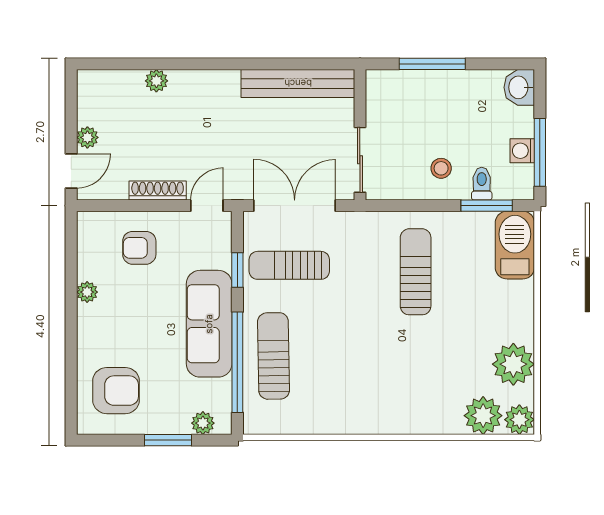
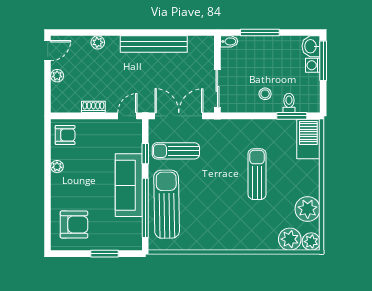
bidet: (380, 79) -> (229, 41), added
bench: (298, 83) -> (154, 44), moved
washing machine: (522, 151) -> (313, 65), moved
window: (540, 152) -> (323, 61), moved
door: (71, 171) -> (48, 51), moved
shoe rack: (158, 191) -> (93, 107), width x0.70
armchair: (139, 248) -> (65, 135), moved, turned 180
sun lounger: (416, 272) -> (257, 174), moved
sun lounger: (274, 356) -> (167, 204), width x1.36, depth x1.34
plant: (203, 423) -> (125, 244), removed

